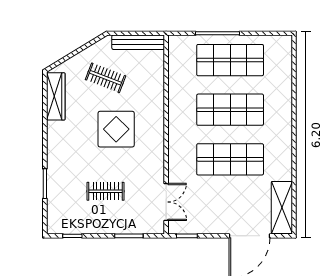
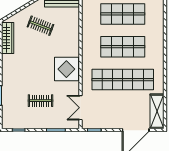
display table: (116, 129) -> (66, 69), moved
shop shelf: (230, 159) -> (123, 80), width x1.40
double door: (166, 202) -> (81, 108), swing flipped

